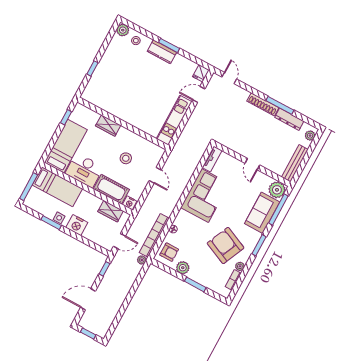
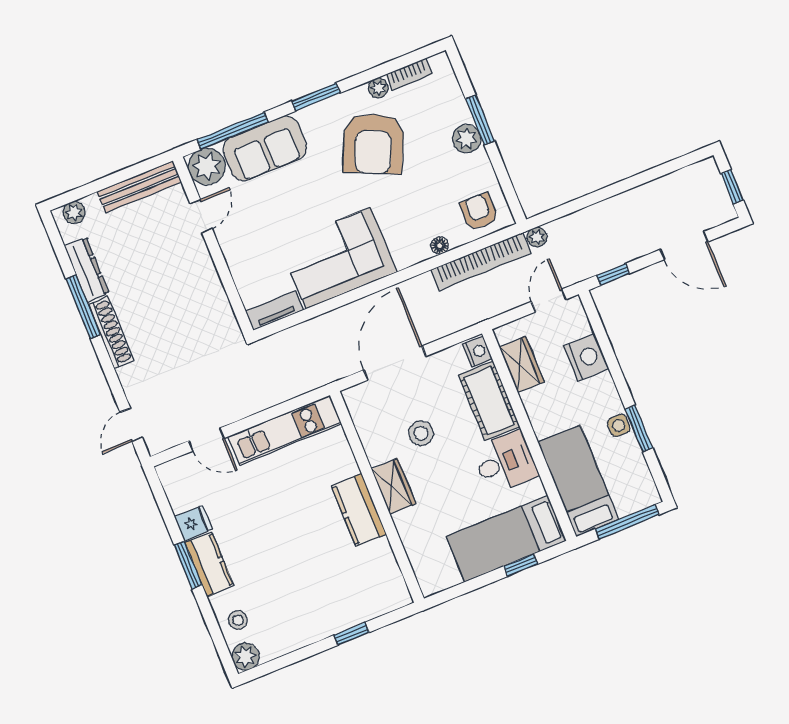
fridge: (201, 73) -> (193, 523), moved
kitchen counter: (125, 114) -> (359, 510), added
window: (66, 117) -> (521, 565), moved
wardrobe: (108, 126) -> (394, 486), moved
door: (252, 164) -> (201, 216), moved
desk: (84, 170) -> (505, 462), width x0.73
door: (155, 175) -> (395, 363), width x1.88
nightstand: (77, 225) -> (586, 357), moved
door: (119, 241) -> (549, 301), hinge flipped
plant: (183, 268) -> (467, 139), moved

